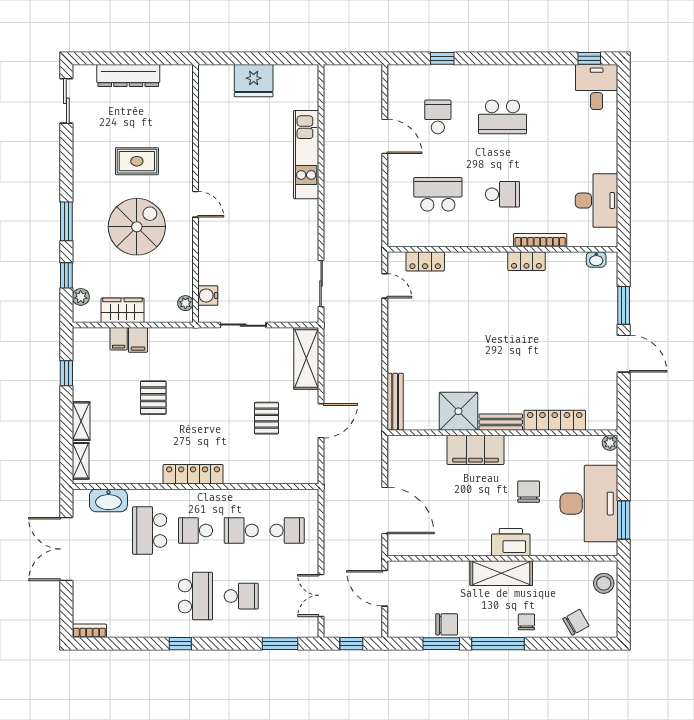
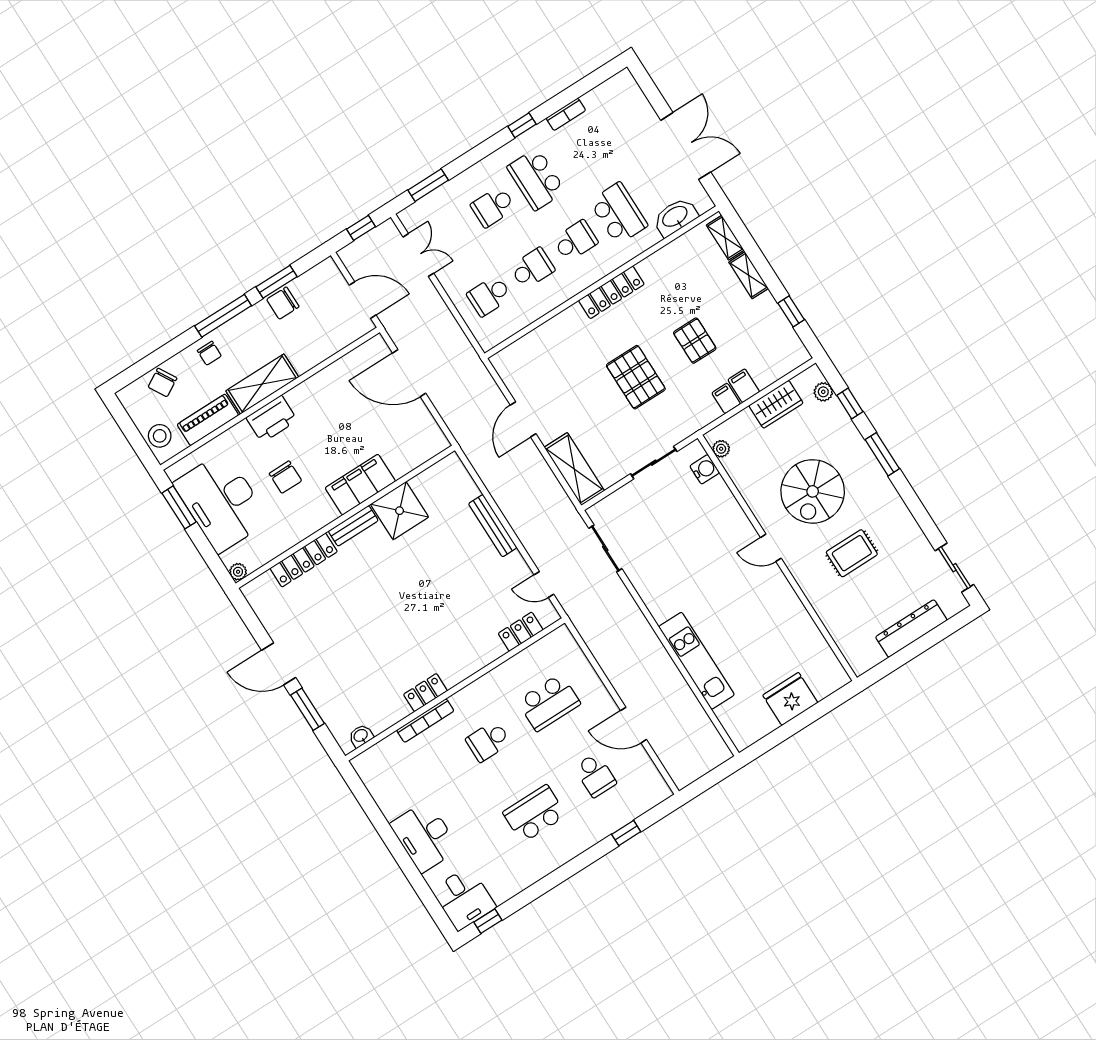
desk: (596, 201) -> (425, 837), moved
filing cabinet: (119, 339) -> (726, 398), moved
bench: (395, 402) -> (493, 526), moved
pallet: (266, 418) -> (636, 377), moved, width x1.50, depth x1.42
piano: (560, 572) -> (208, 420), added
bookcase: (89, 631) -> (566, 114), moved

